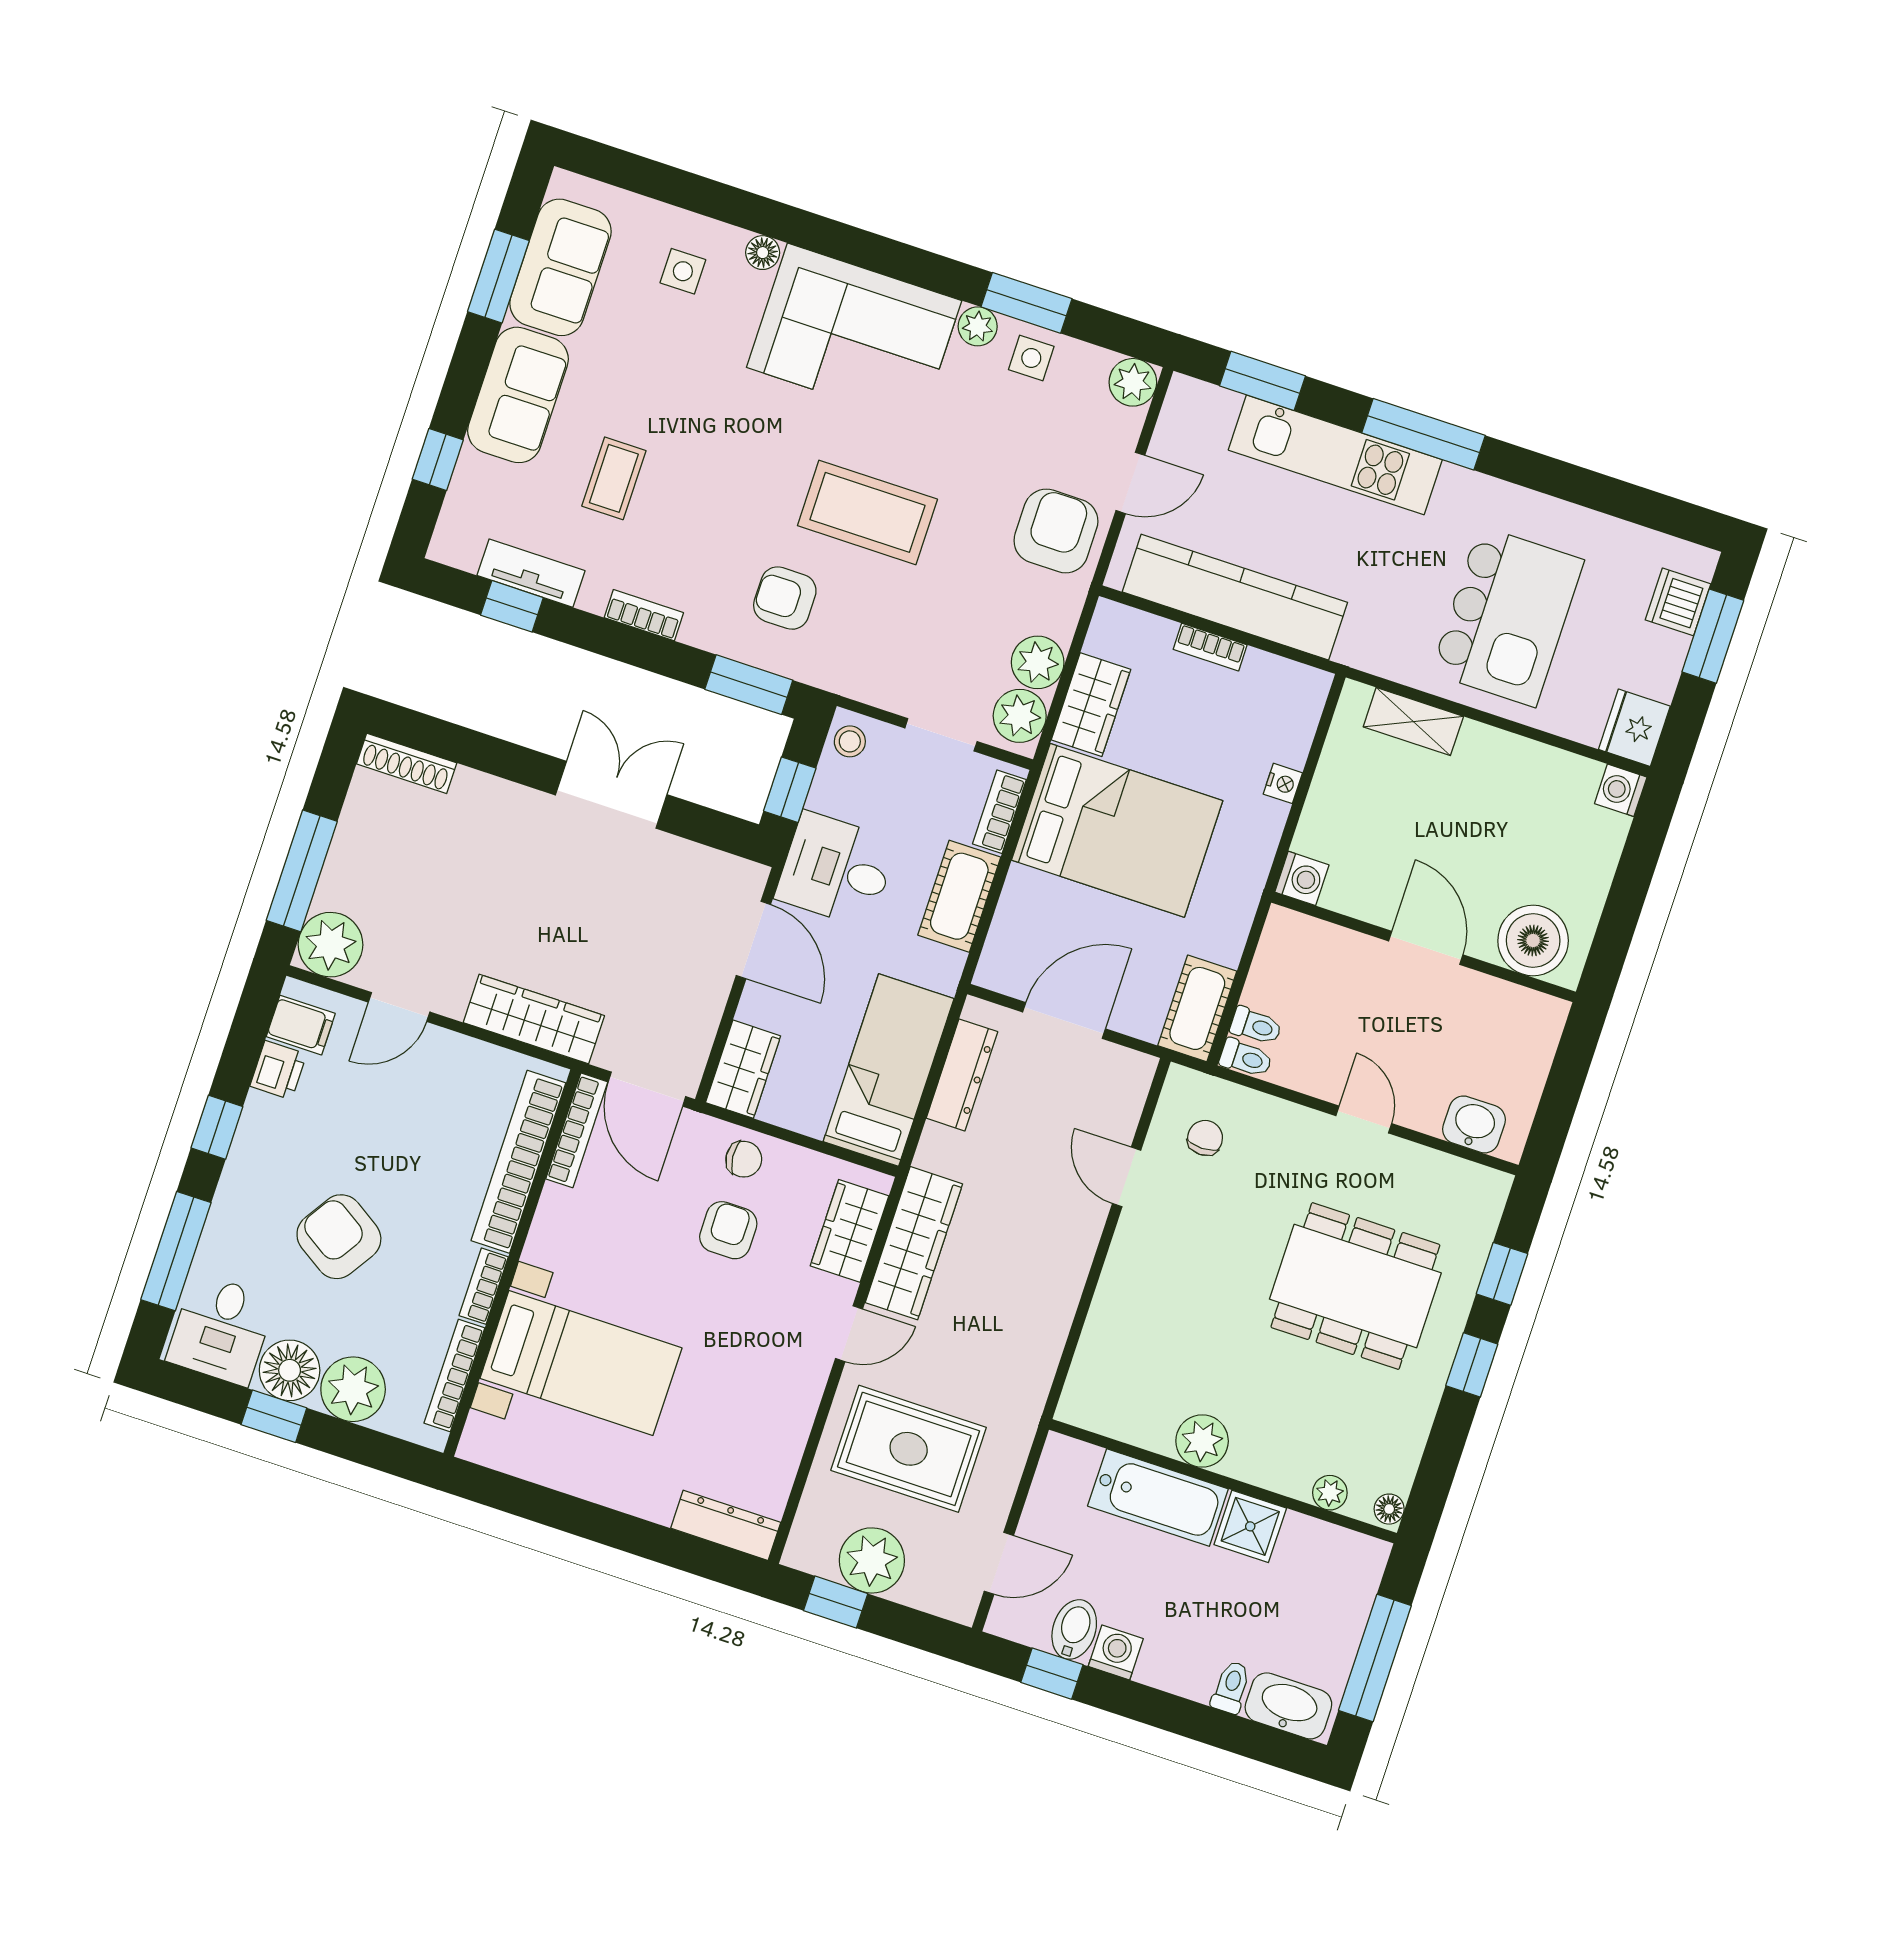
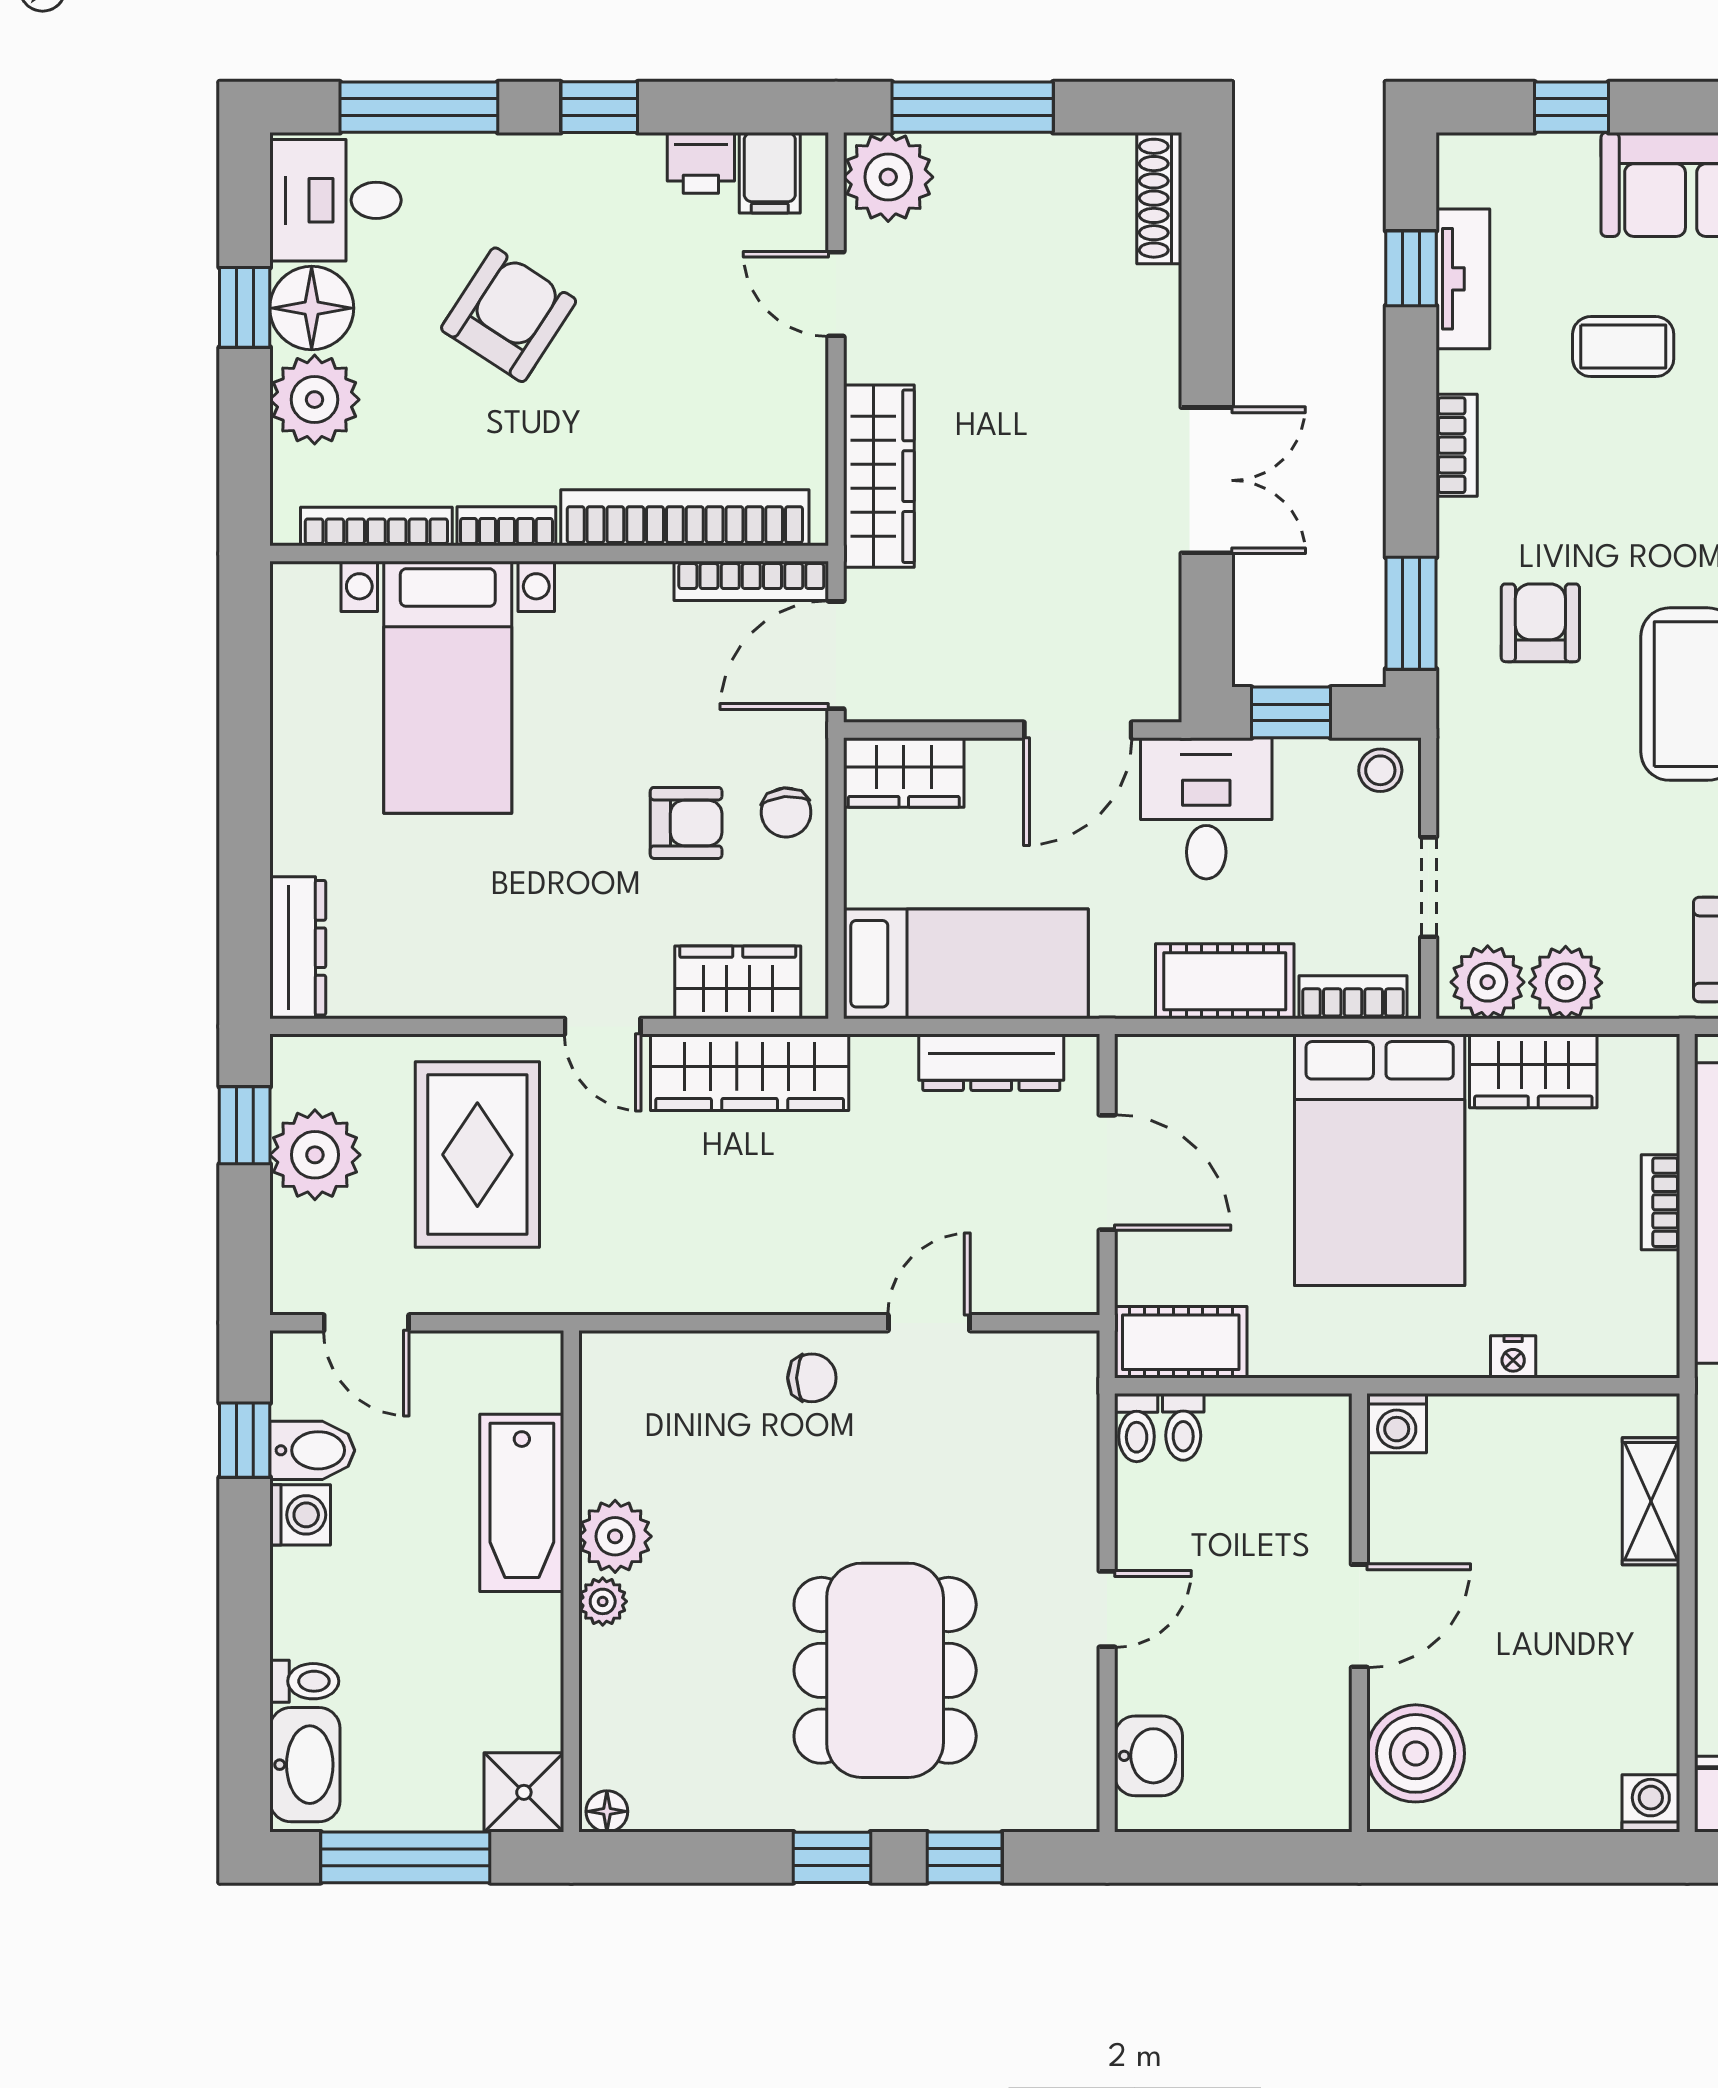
chair: (1205, 1138) -> (812, 1378), moved
plant: (1330, 1493) -> (603, 1601), moved
shower: (1250, 1526) -> (524, 1792), moved

